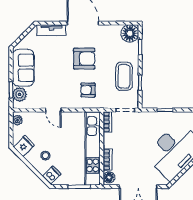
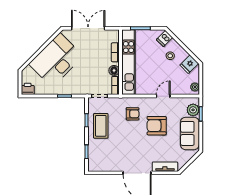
floor lamp: (130, 33) -> (96, 164), removed
armchair: (84, 59) -> (157, 126), moved
door: (53, 110) -> (163, 96), hinge flipped
floor lamp: (109, 177) -> (114, 70), moved

